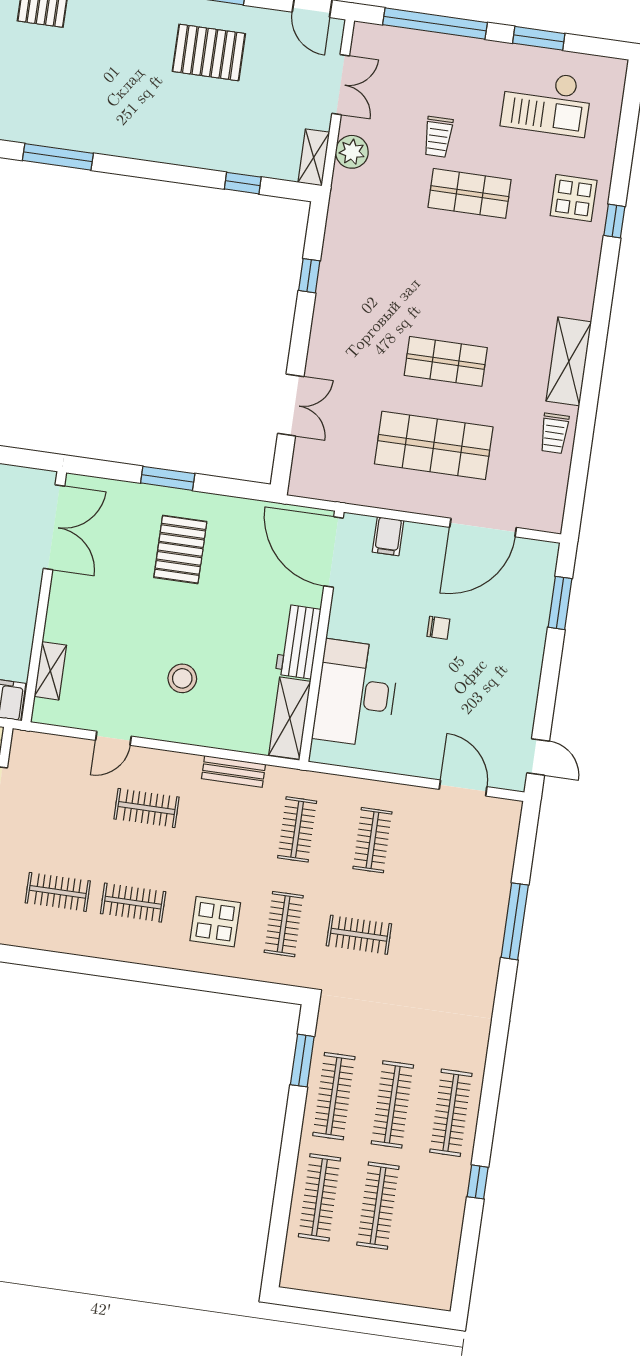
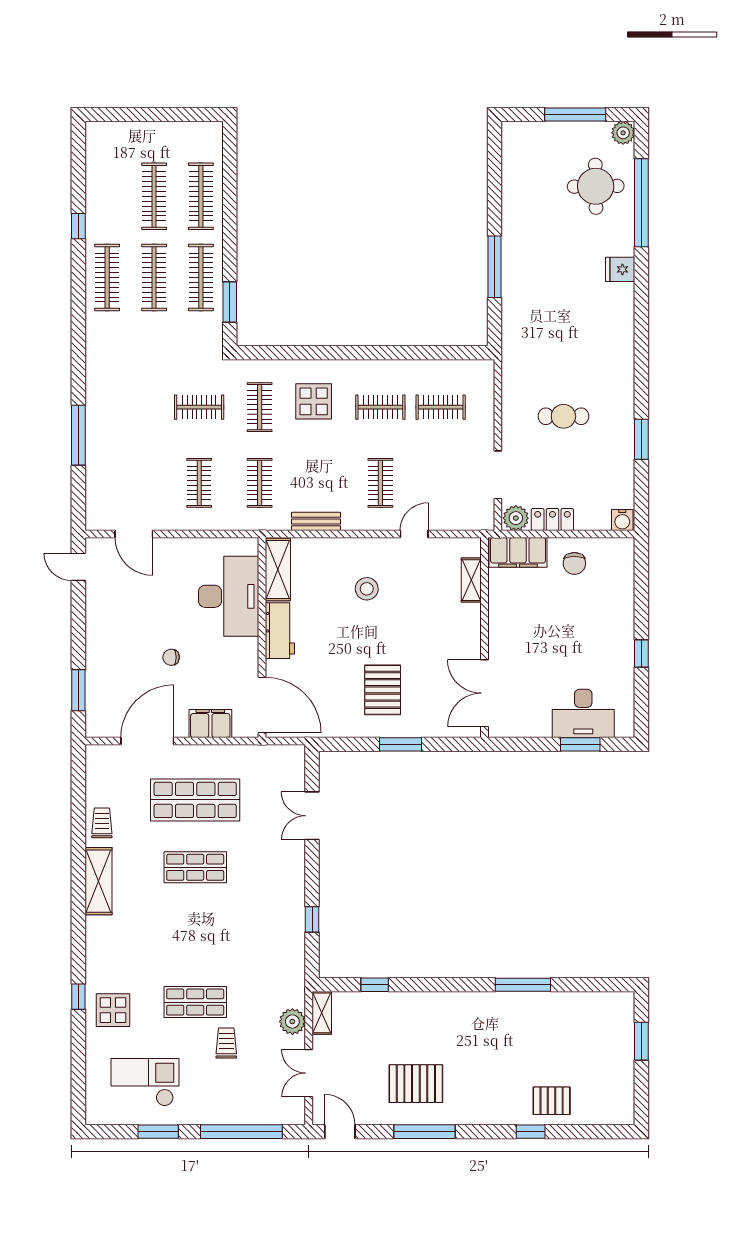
filing cabinet: (388, 536) -> (210, 724), width x2.00
clothes rail: (147, 808) -> (380, 483), turned 90

